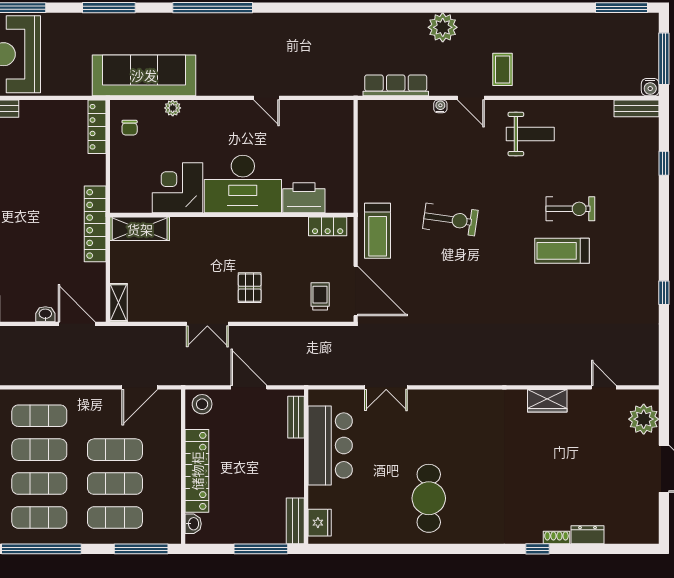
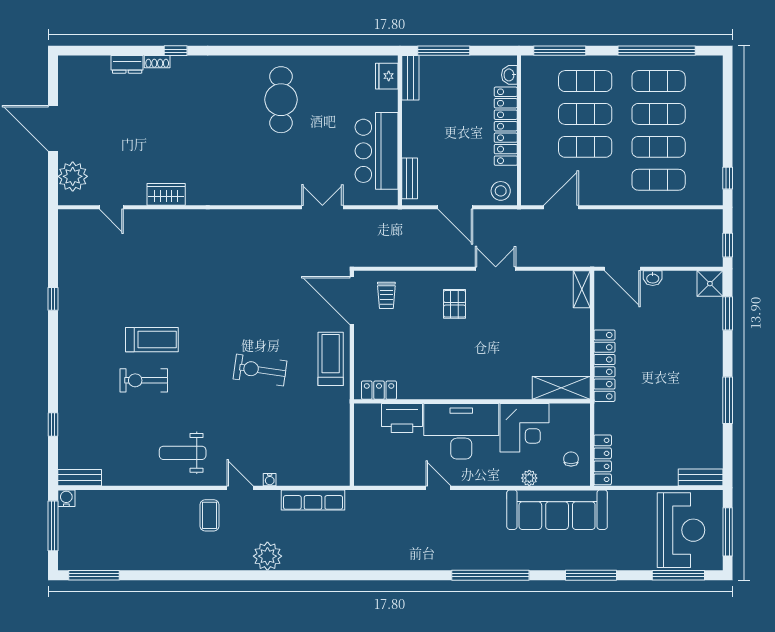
desk: (243, 184) -> (461, 431), moved
corner desk: (178, 188) -> (525, 428), moved
printer: (304, 198) -> (402, 418), moved
wall: (232, 215) -> (472, 401), moved
locker: (328, 226) -> (379, 390), moved
shelving: (140, 229) -> (561, 388), moved

